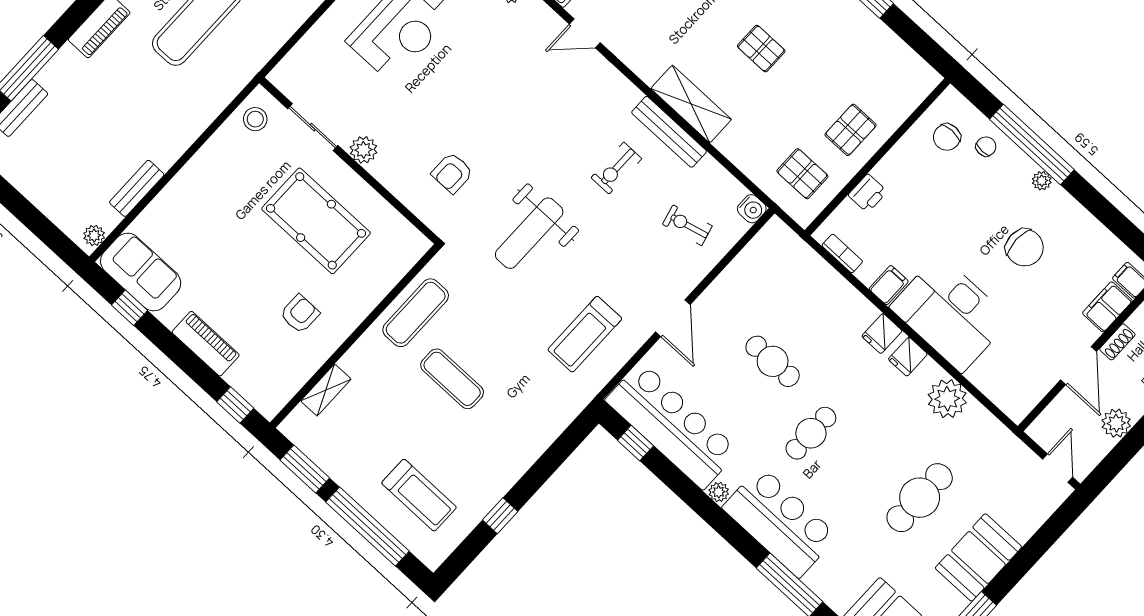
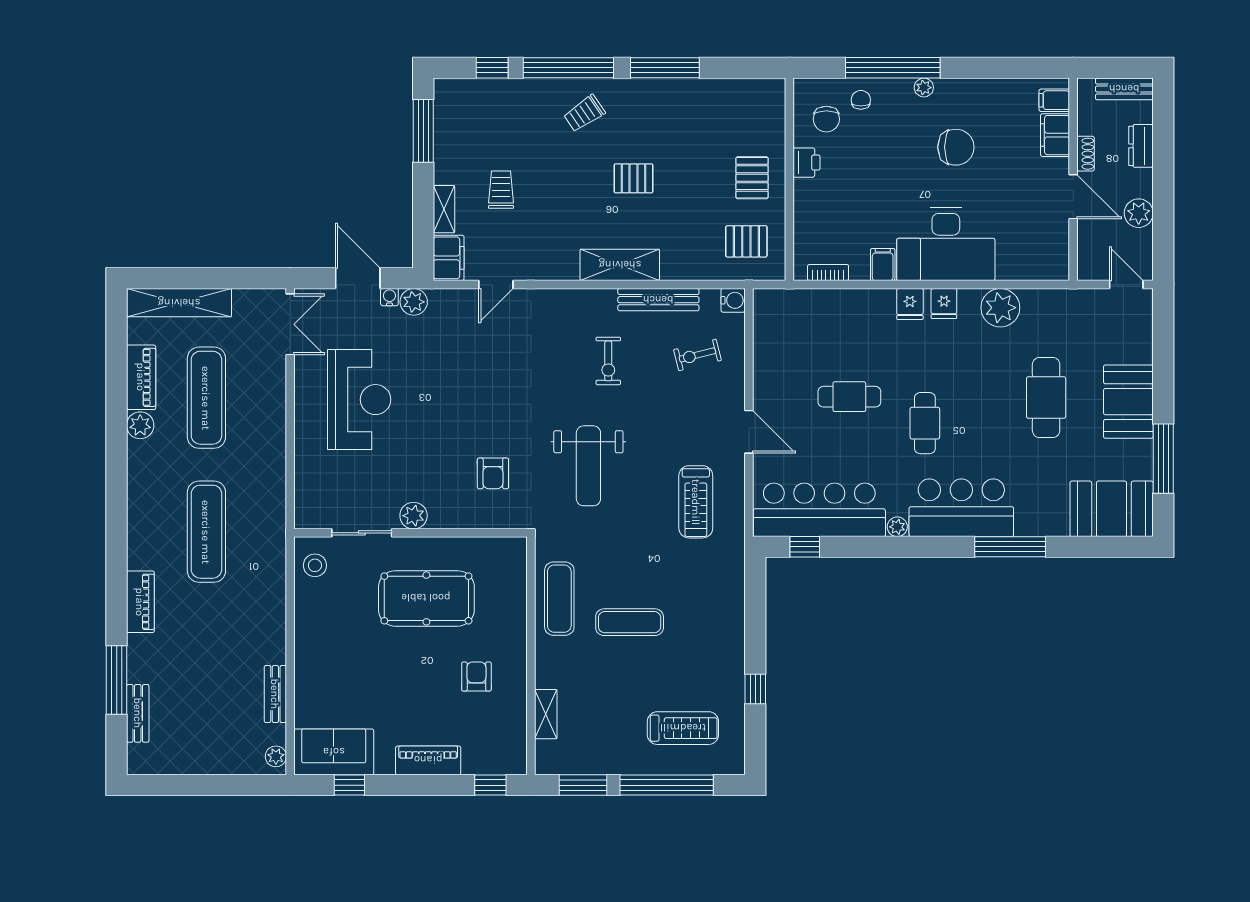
bench: (669, 132) -> (658, 300), moved
printer: (868, 193) -> (807, 163), moved

